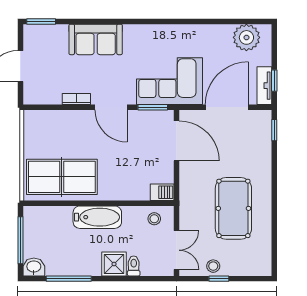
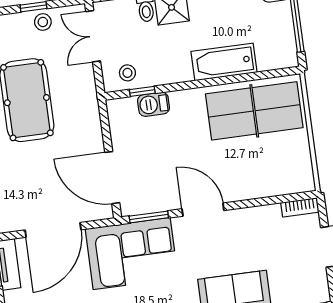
bookcase: (76, 99) -> (300, 207), moved
barbecue: (162, 192) -> (154, 104), moved
window: (145, 203) -> (142, 91), added
bathtub: (97, 217) -> (224, 62), moved

